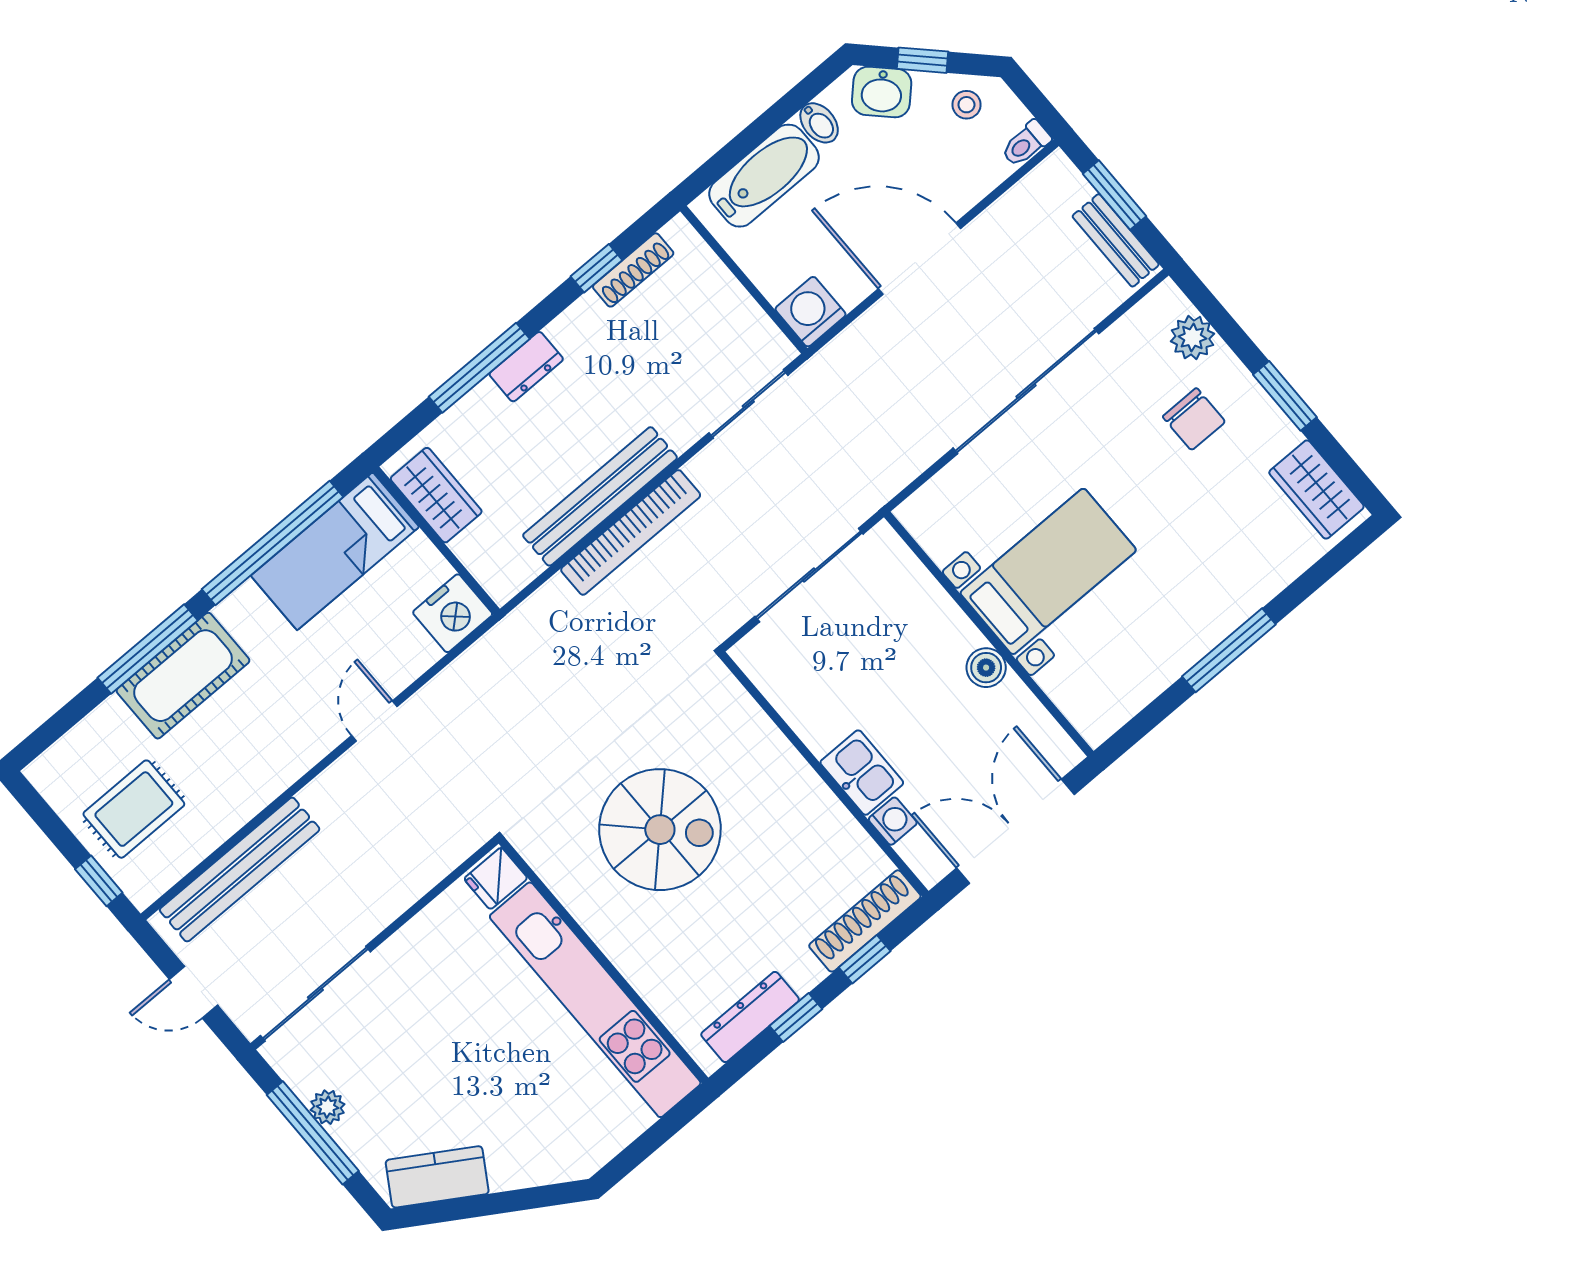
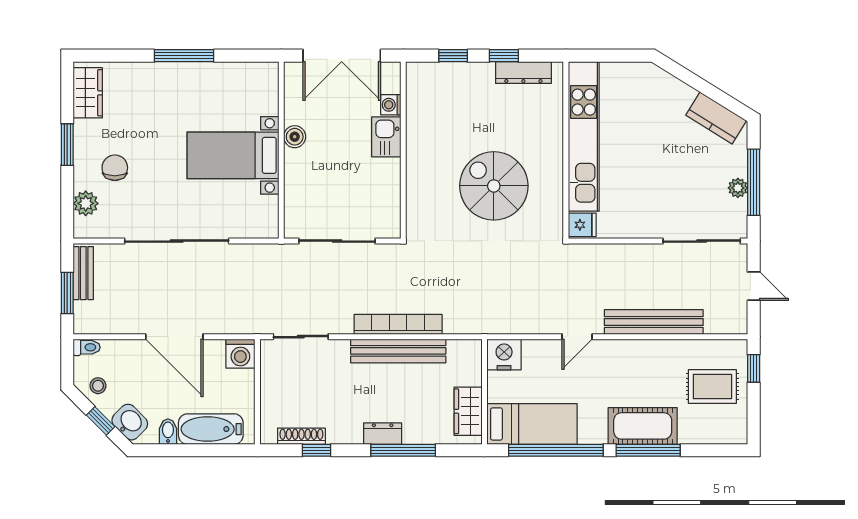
bench: (240, 870) -> (654, 322), moved
shoe rack: (865, 921) -> (439, 72), removed

